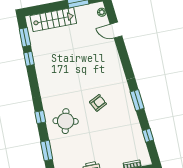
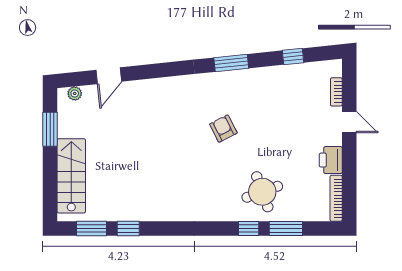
window: (40, 117) -> (249, 228), moved
round table: (66, 121) -> (262, 192), moved, turned -33

